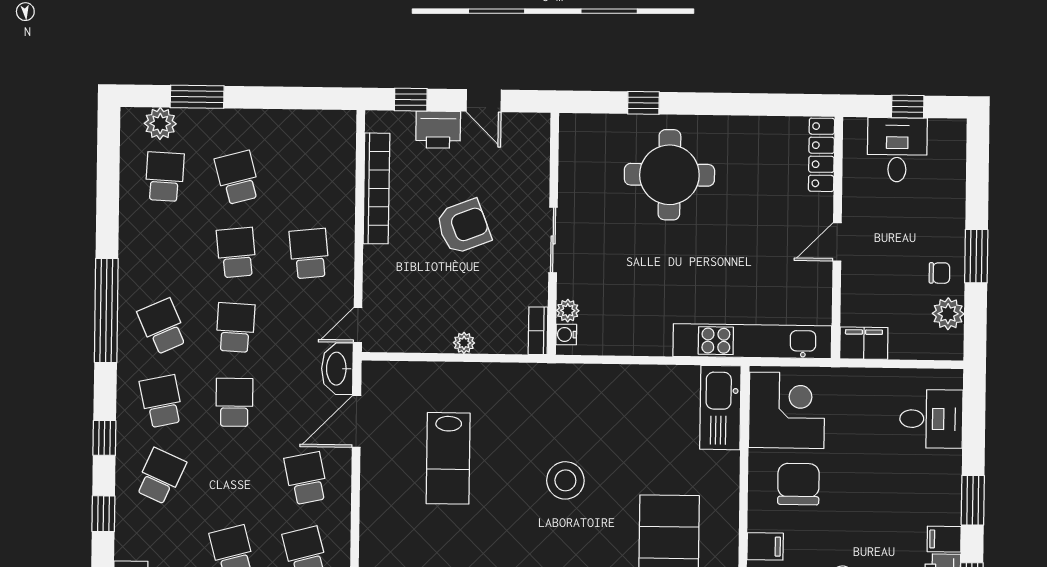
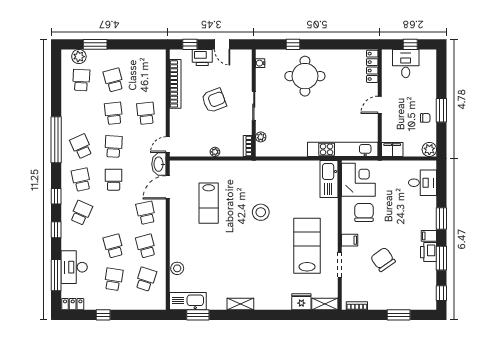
plant: (948, 314) -> (429, 149), moved
water cooler: (566, 335) -> (260, 63), moved

